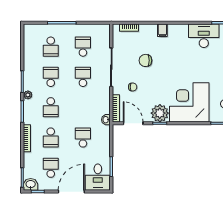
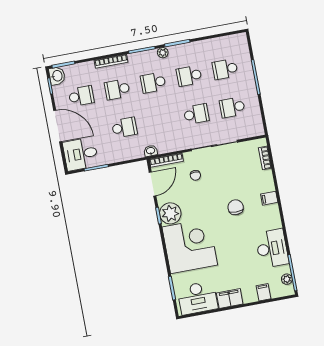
school desk: (83, 47) -> (232, 107), turned 180
chair: (145, 60) -> (236, 207), moved
school desk: (51, 77) -> (189, 76), turned 180

